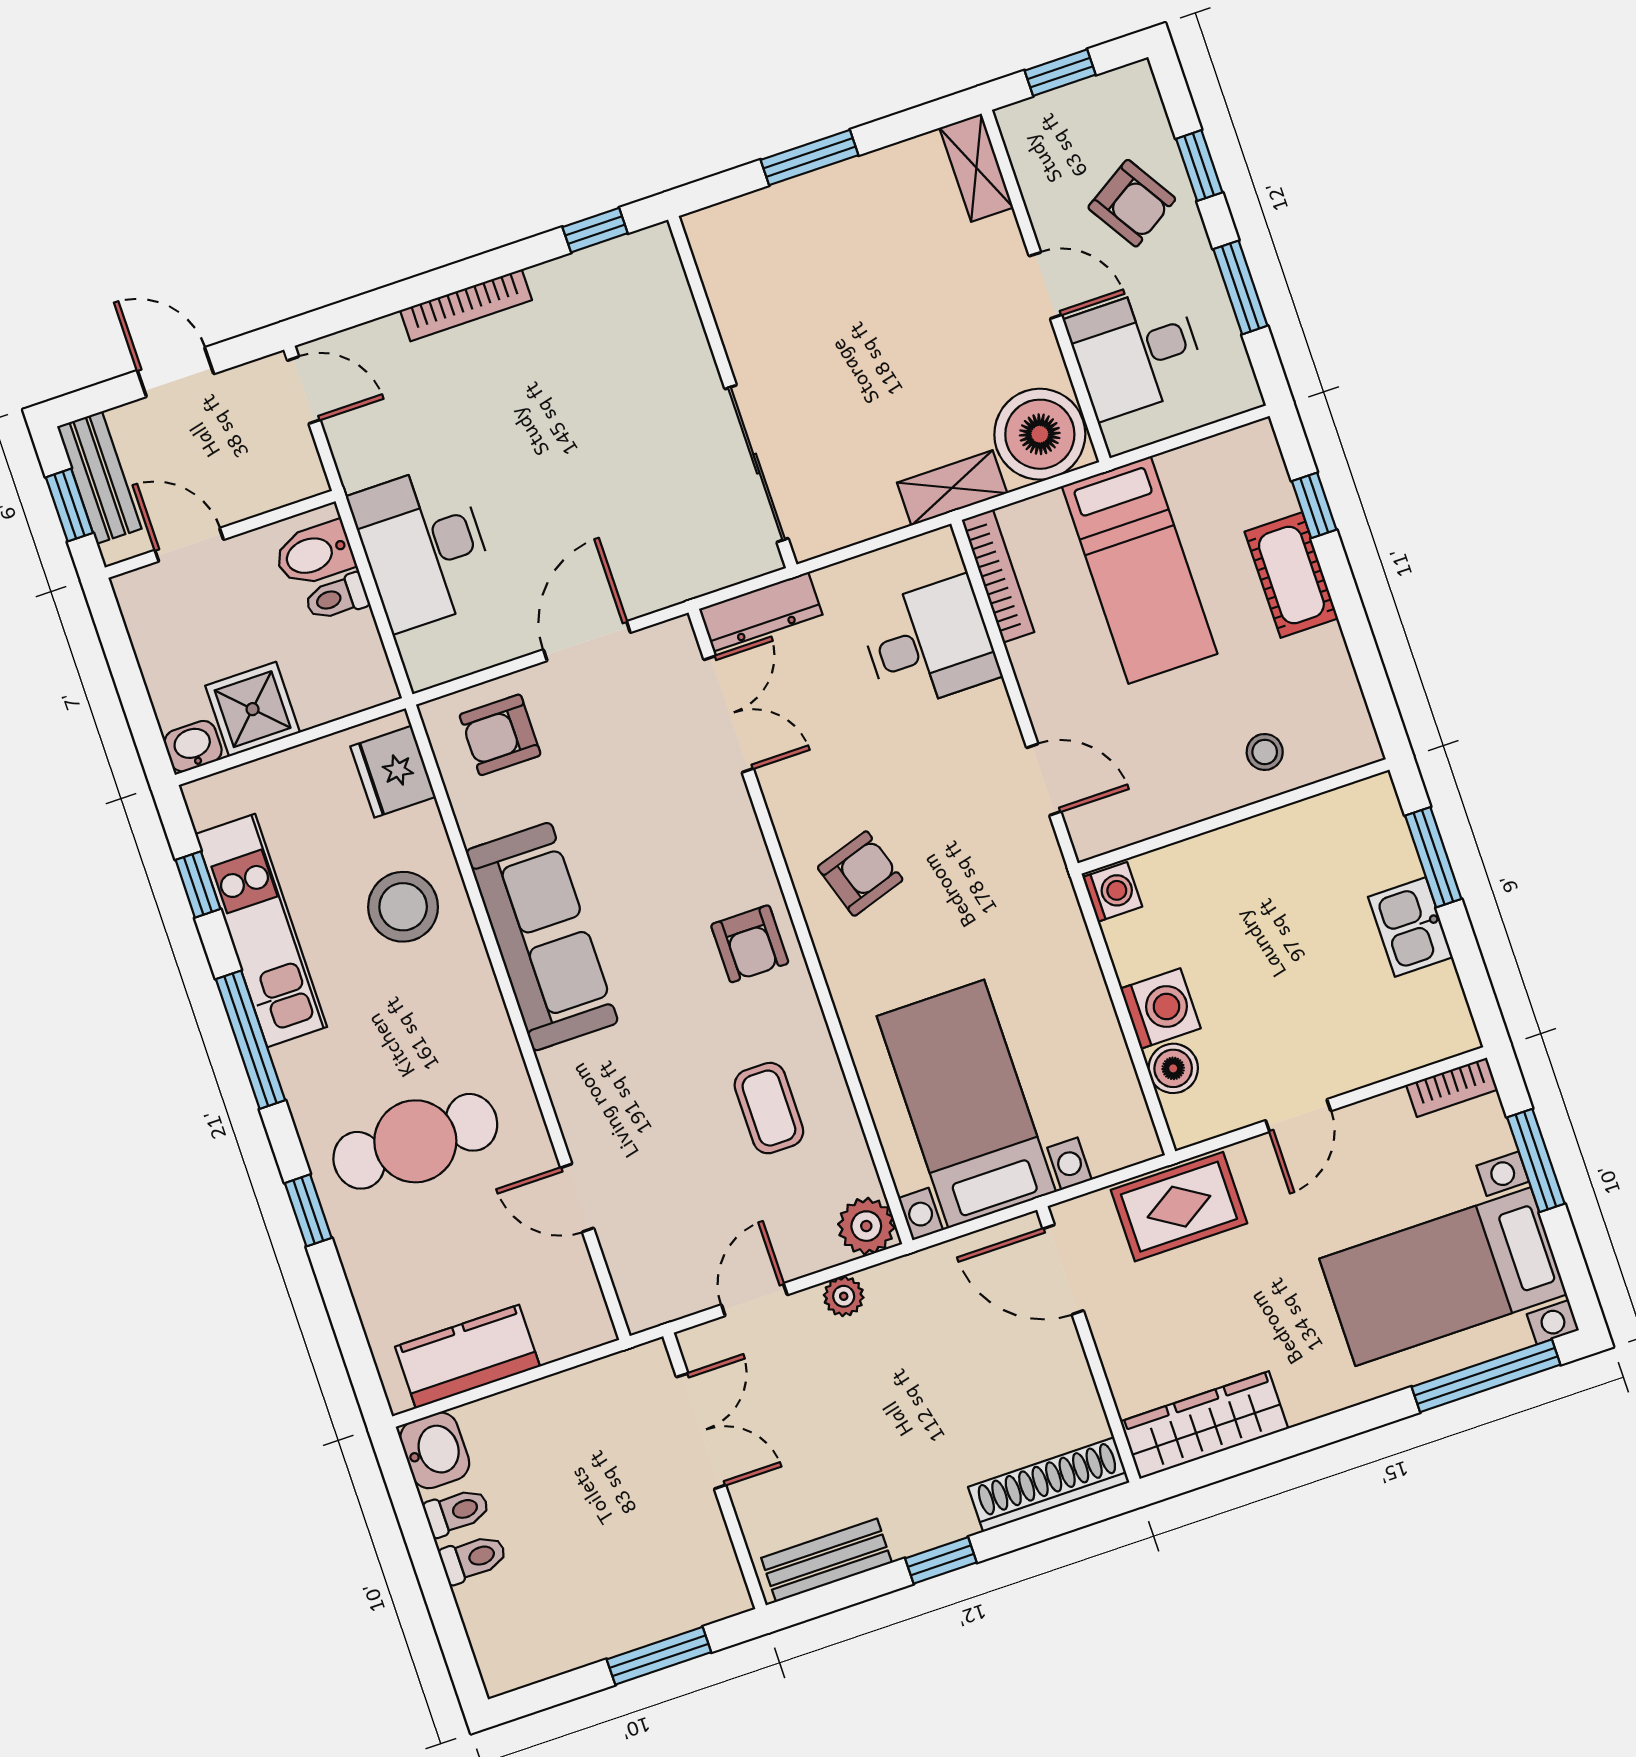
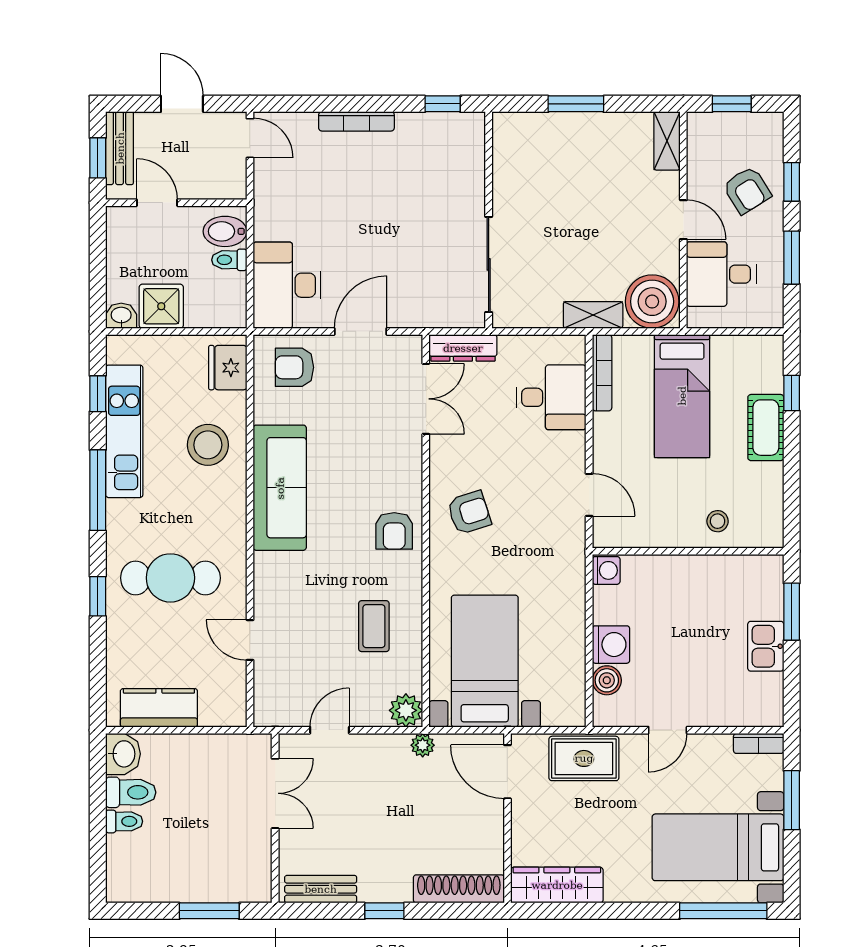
desk: (423, 547) -> (287, 285), moved
plant: (844, 1296) -> (423, 745), moved
toilet: (457, 1512) -> (131, 792), width x1.37, depth x1.39

